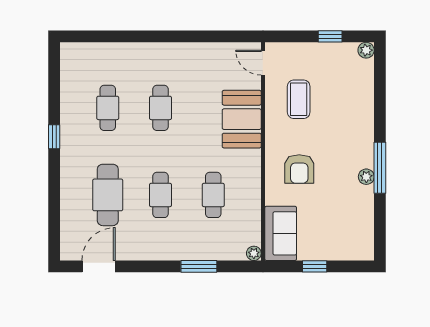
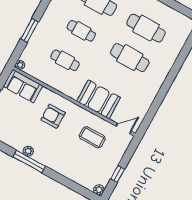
cafe table: (108, 108) -> (146, 28), width x1.37, depth x1.35
cafe table: (161, 108) -> (130, 58), width x1.37, depth x1.35

